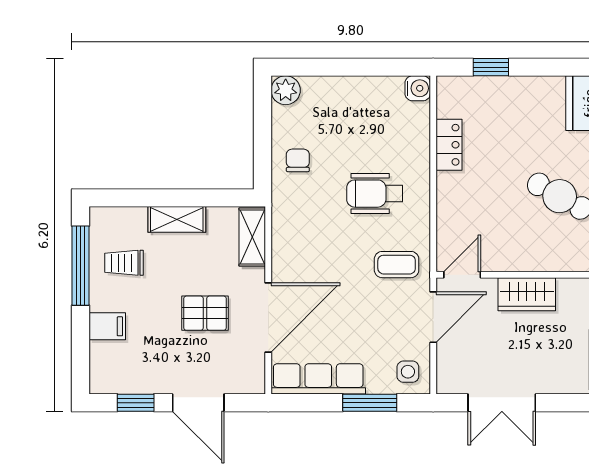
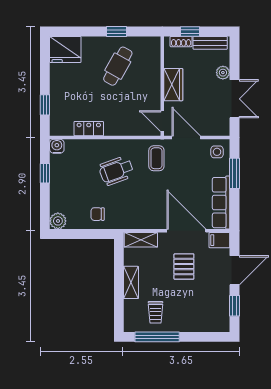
window: (370, 67) -> (45, 173), added
wheelchair: (375, 194) -> (116, 171), turned 70
filing cabinet: (107, 326) -> (219, 240), moved, turned -90
plant: (548, 382) -> (223, 73), added

